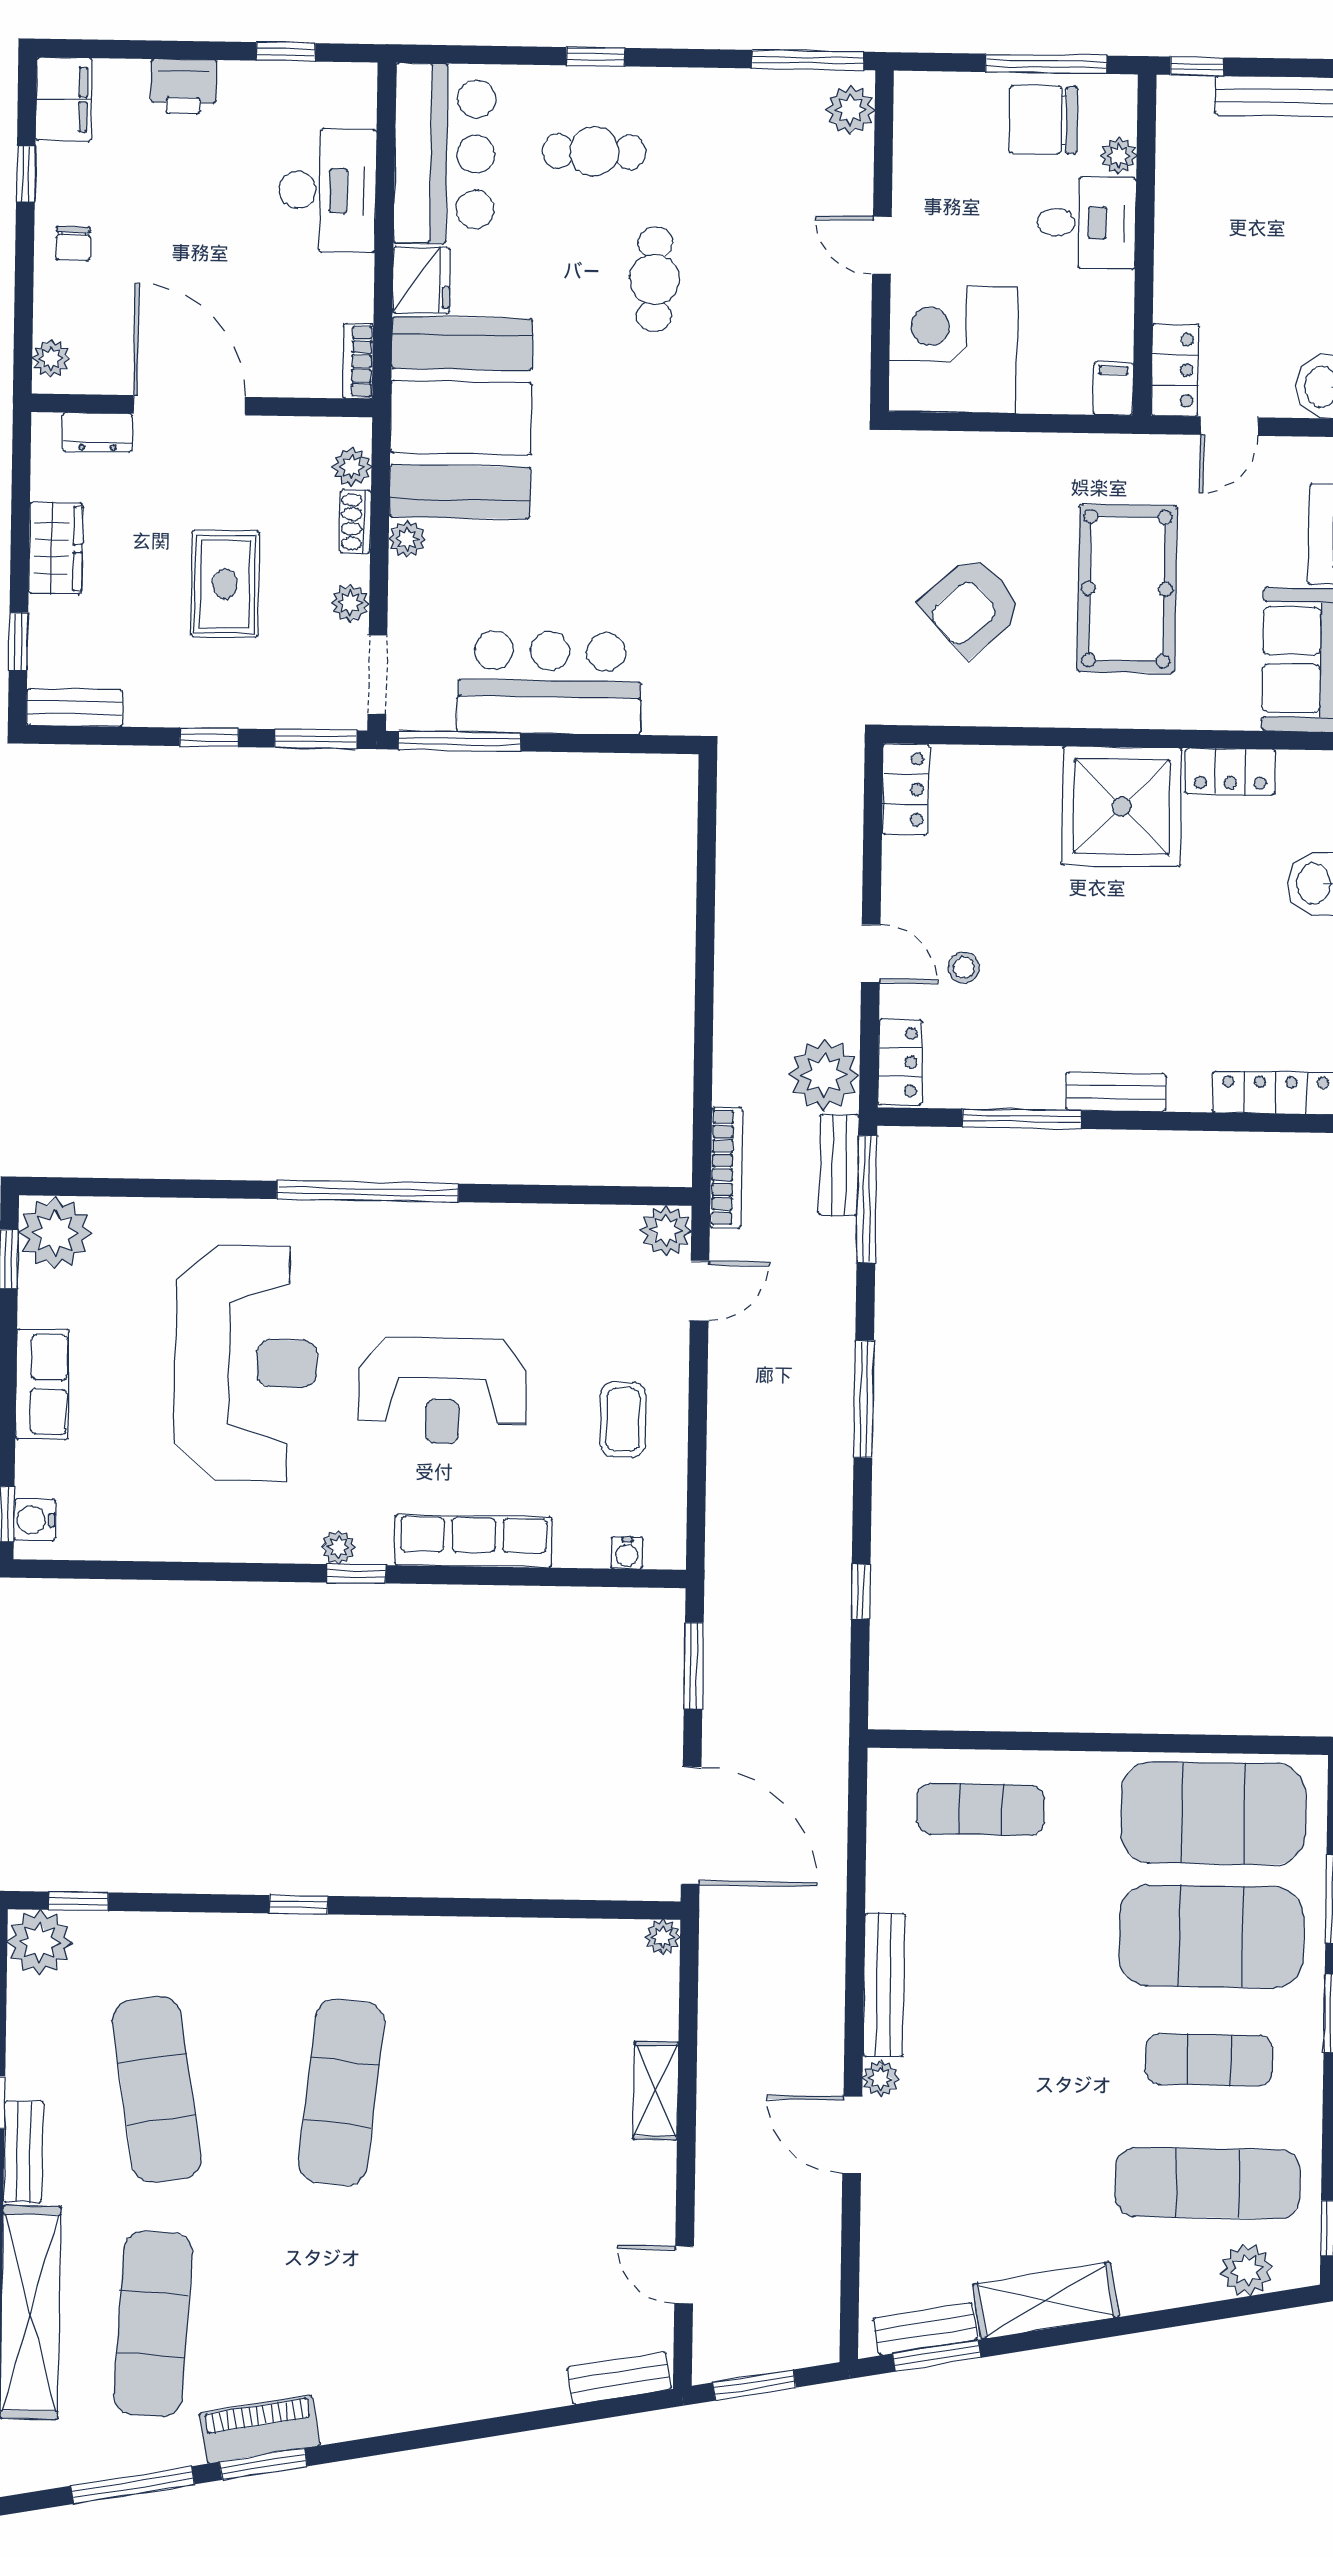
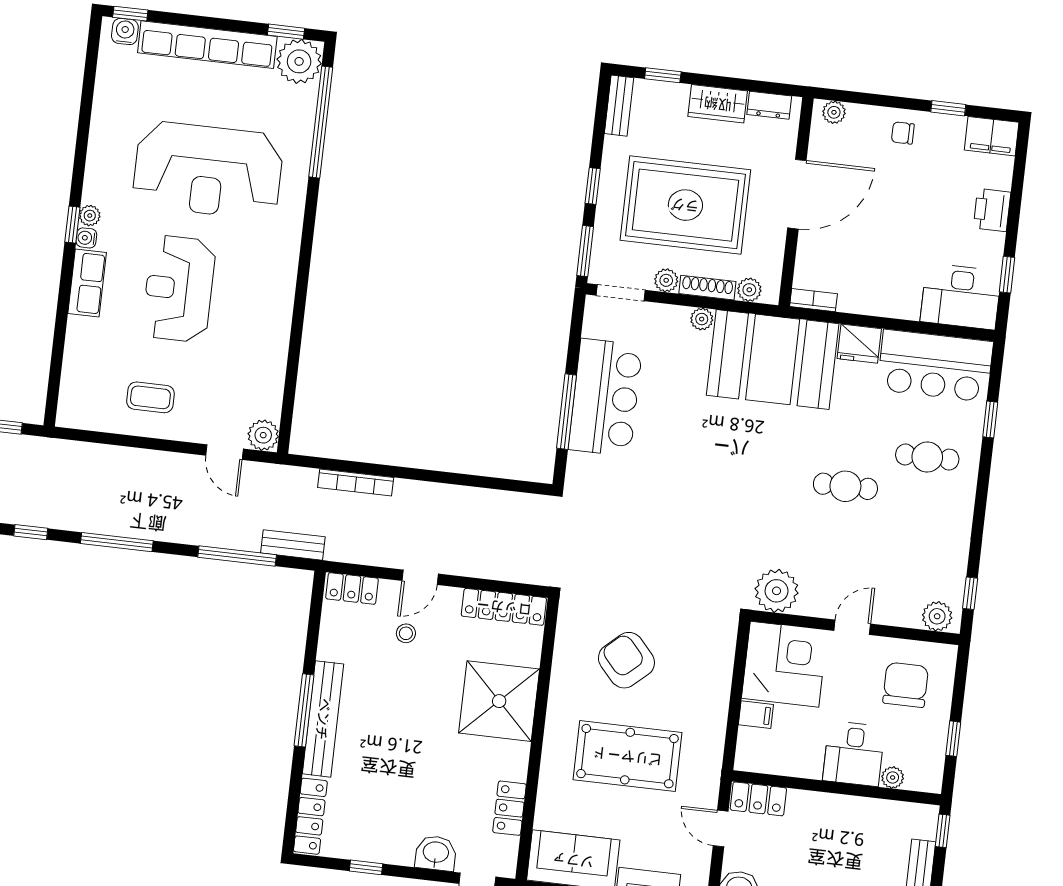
window: (596, 57) -> (990, 420), moved
window: (808, 60) -> (970, 593), width x0.46
window: (1046, 64) -> (953, 739), width x0.46
chair: (1043, 120) -> (906, 685), moved
cafe table: (594, 152) -> (927, 457), turned 90
desk: (327, 190) -> (961, 296), moved
filing cabinet: (1113, 389) -> (756, 715), moved
dresser: (98, 432) -> (769, 105), moved, turned -90
shoe rack: (355, 522) -> (707, 288), width x1.43
rug: (225, 584) -> (685, 205), width x1.86, depth x2.06
window: (459, 741) -> (567, 412), moved
locker: (906, 789) -> (504, 607), width x1.53
shower: (1122, 807) -> (499, 701), moved
plant: (824, 1075) -> (777, 591), moved
bench: (1116, 1092) -> (323, 719), width x1.86, depth x1.21
window: (1022, 1119) -> (304, 710), moved
bookcase: (726, 1168) -> (356, 482), moved
window: (368, 1191) -> (321, 122), moved
window: (867, 1199) -> (237, 556), moved
row of seats: (42, 1384) -> (207, 45), width x2.02
window: (864, 1399) -> (117, 542), moved
row of seats: (473, 1541) -> (87, 283), width x0.68
water cooler: (627, 1553) -> (86, 238), moved

